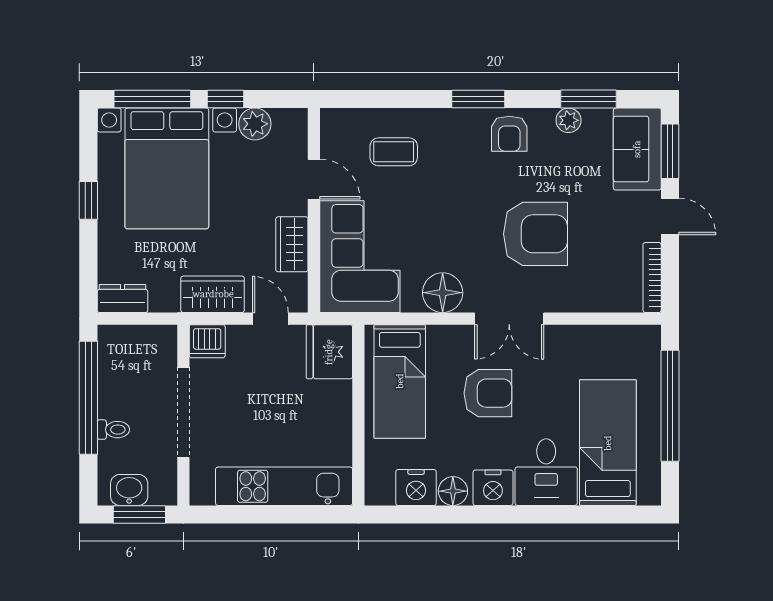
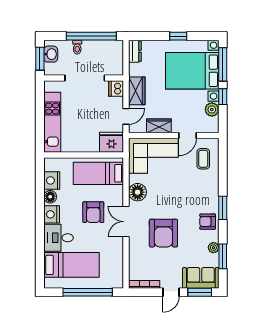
coffee table: (394, 152) -> (203, 159), moved

